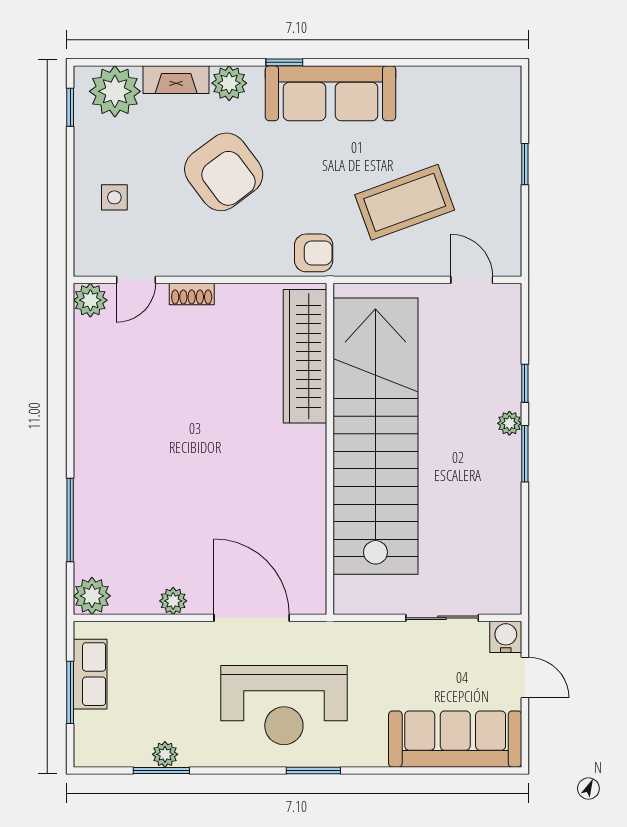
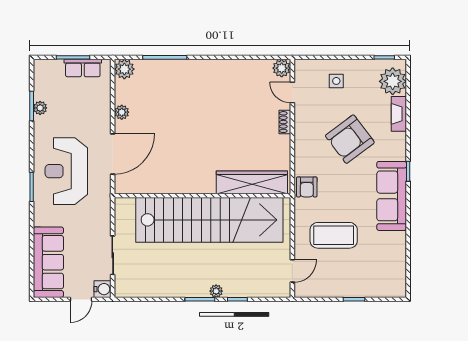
plant: (229, 83) -> (397, 142), removed
coffee table: (405, 202) -> (334, 235), turned -70

